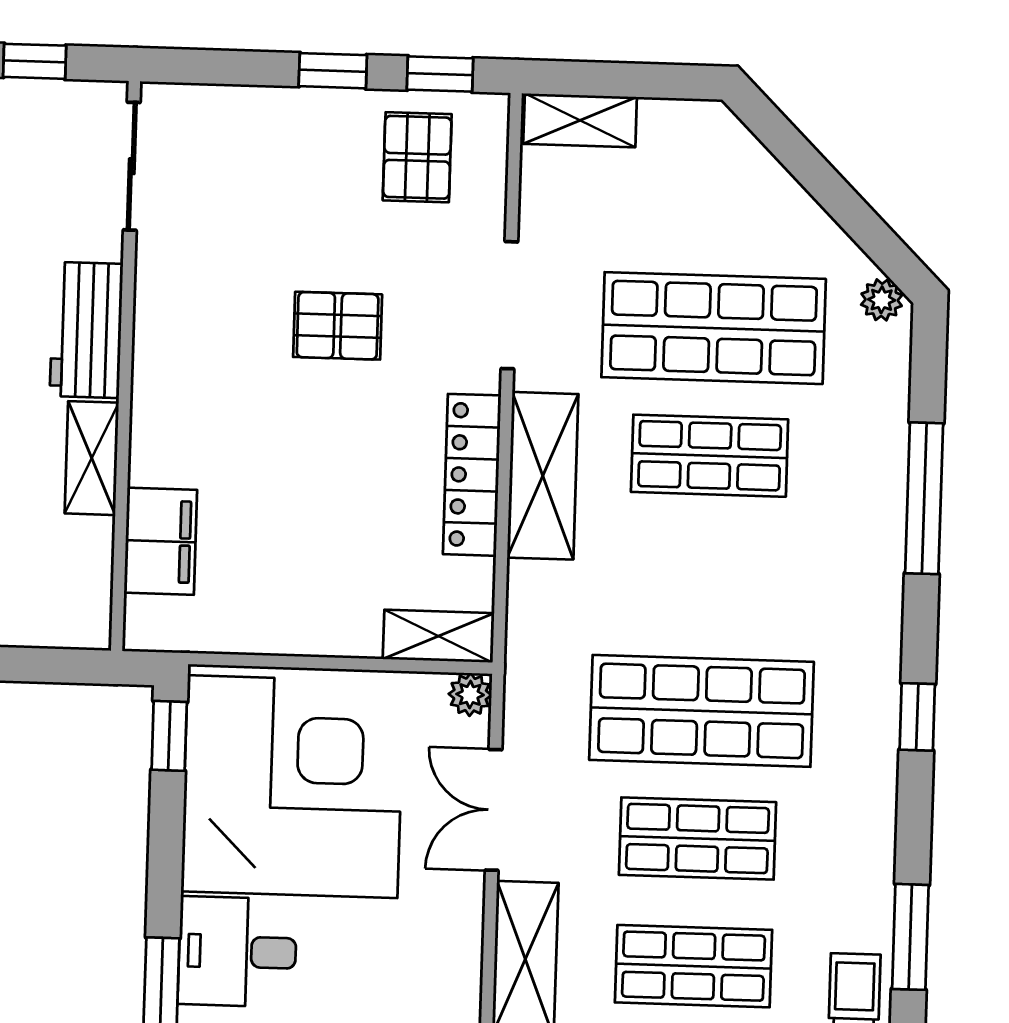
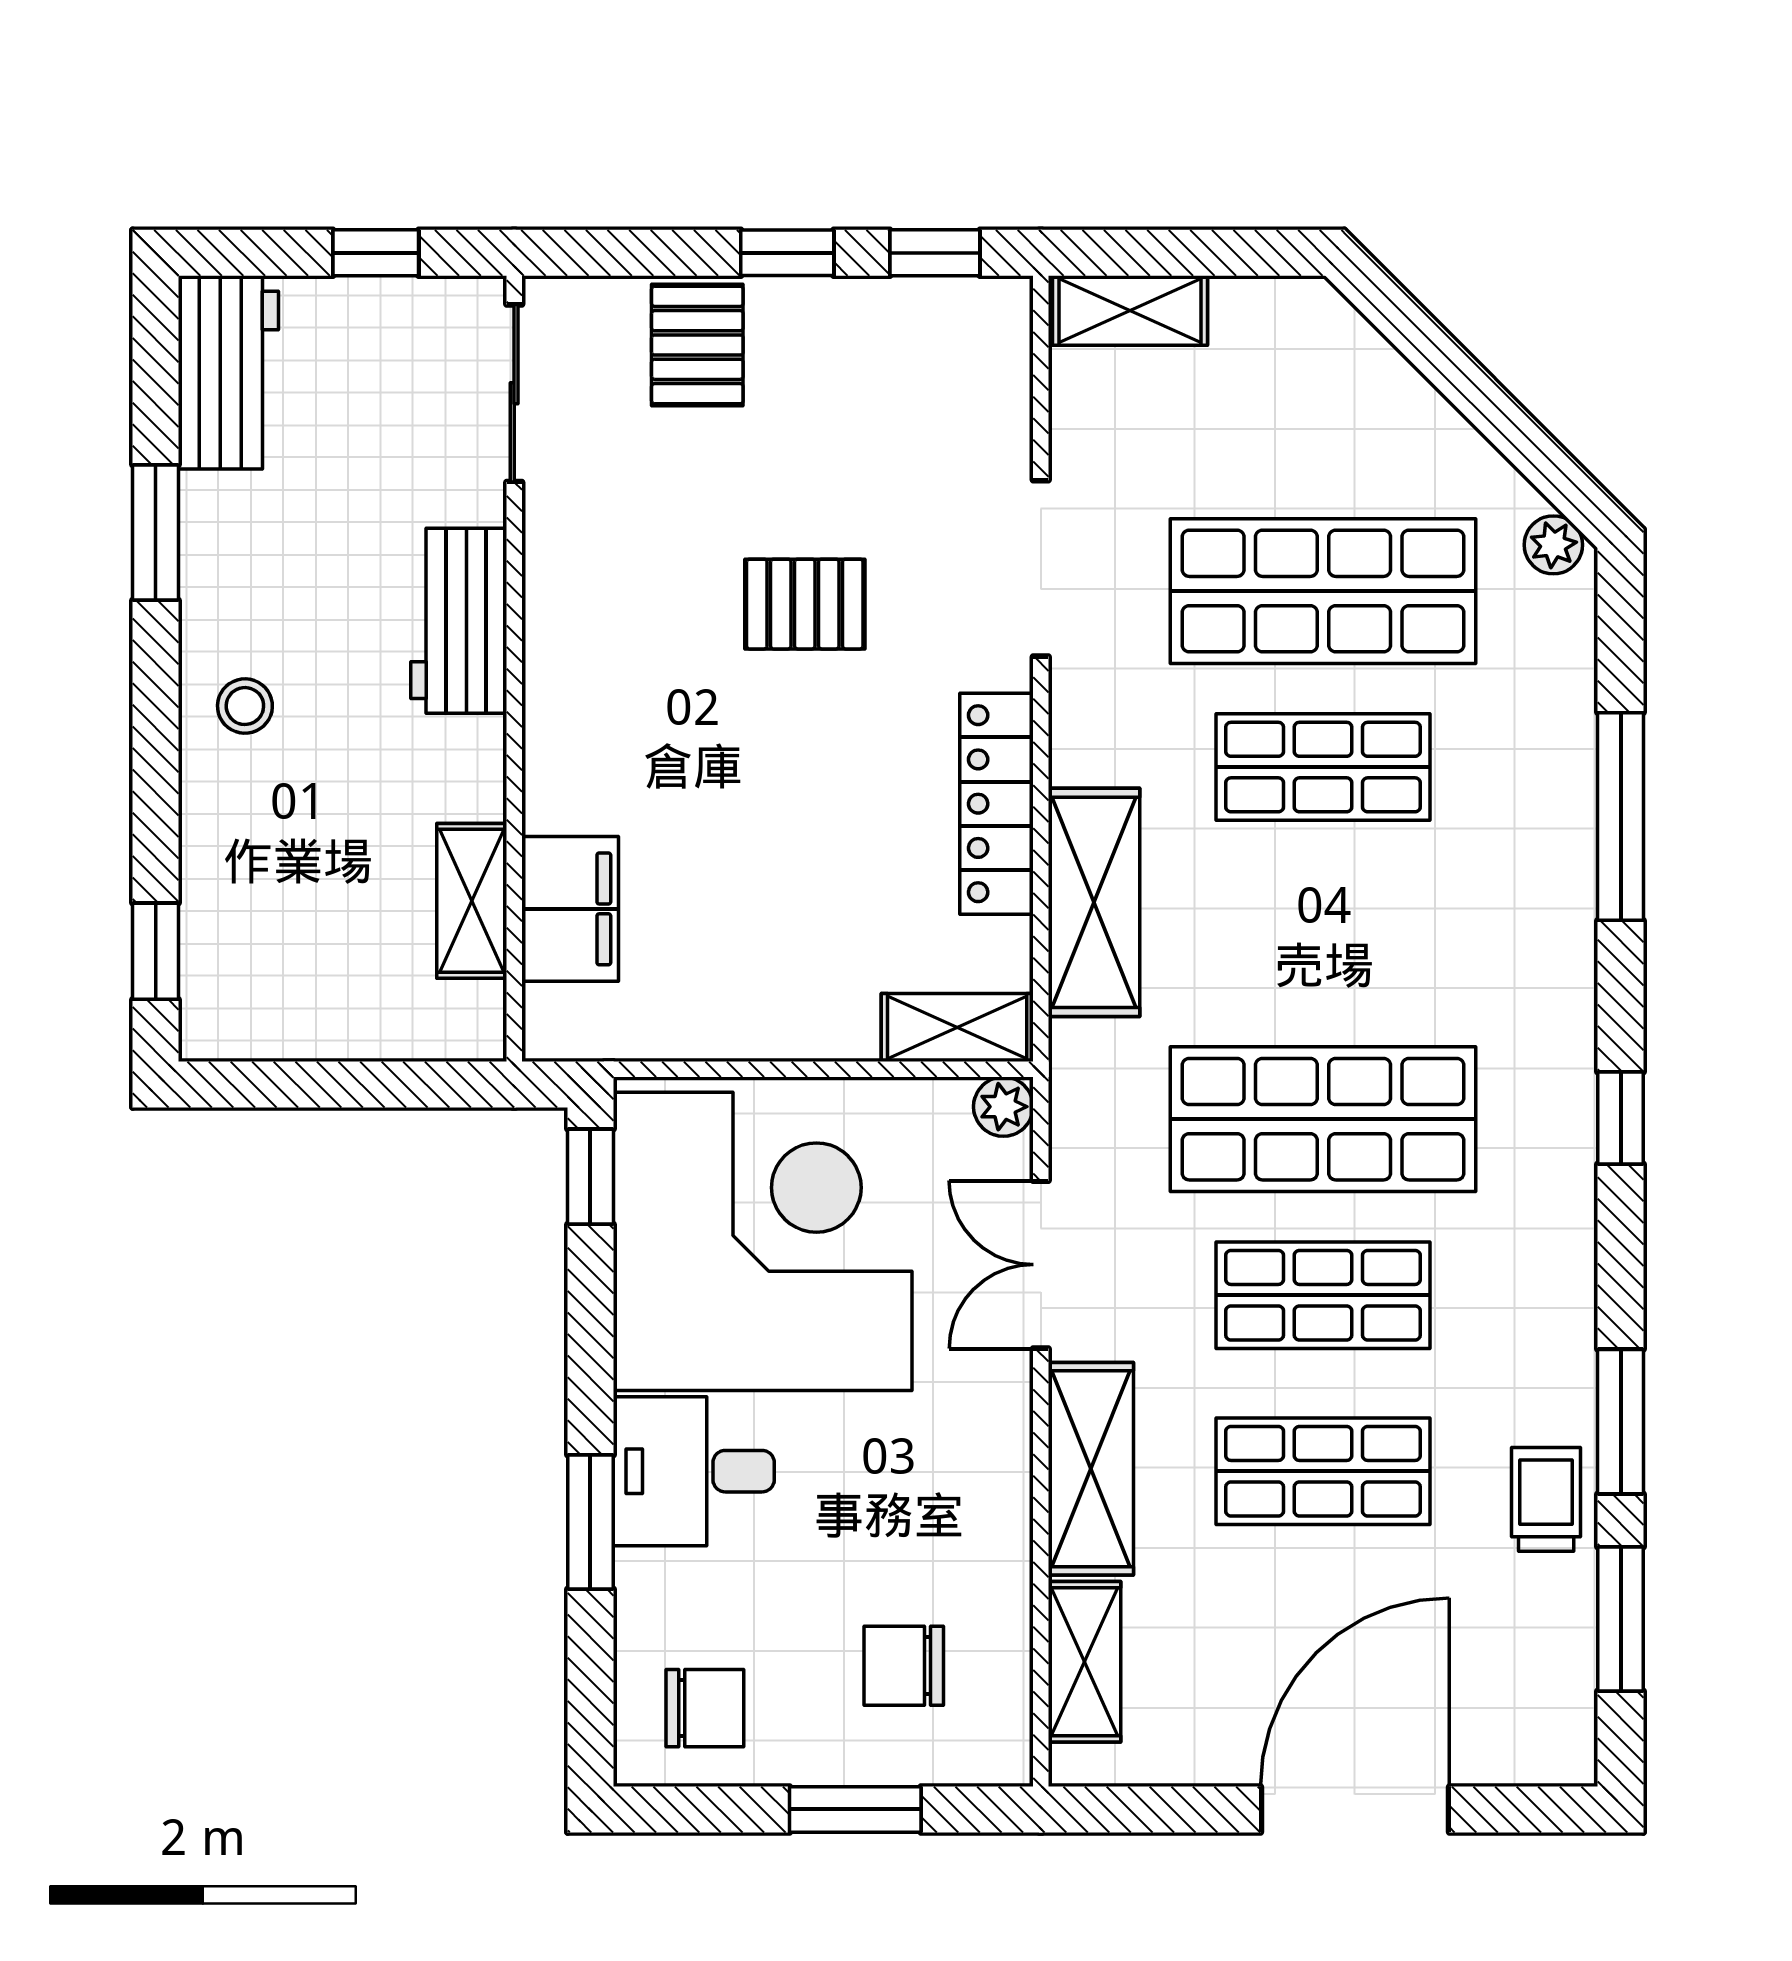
pallet: (417, 157) -> (697, 345), moved
shelving: (92, 458) -> (472, 901), moved
shelving: (543, 476) -> (1094, 902), moved

